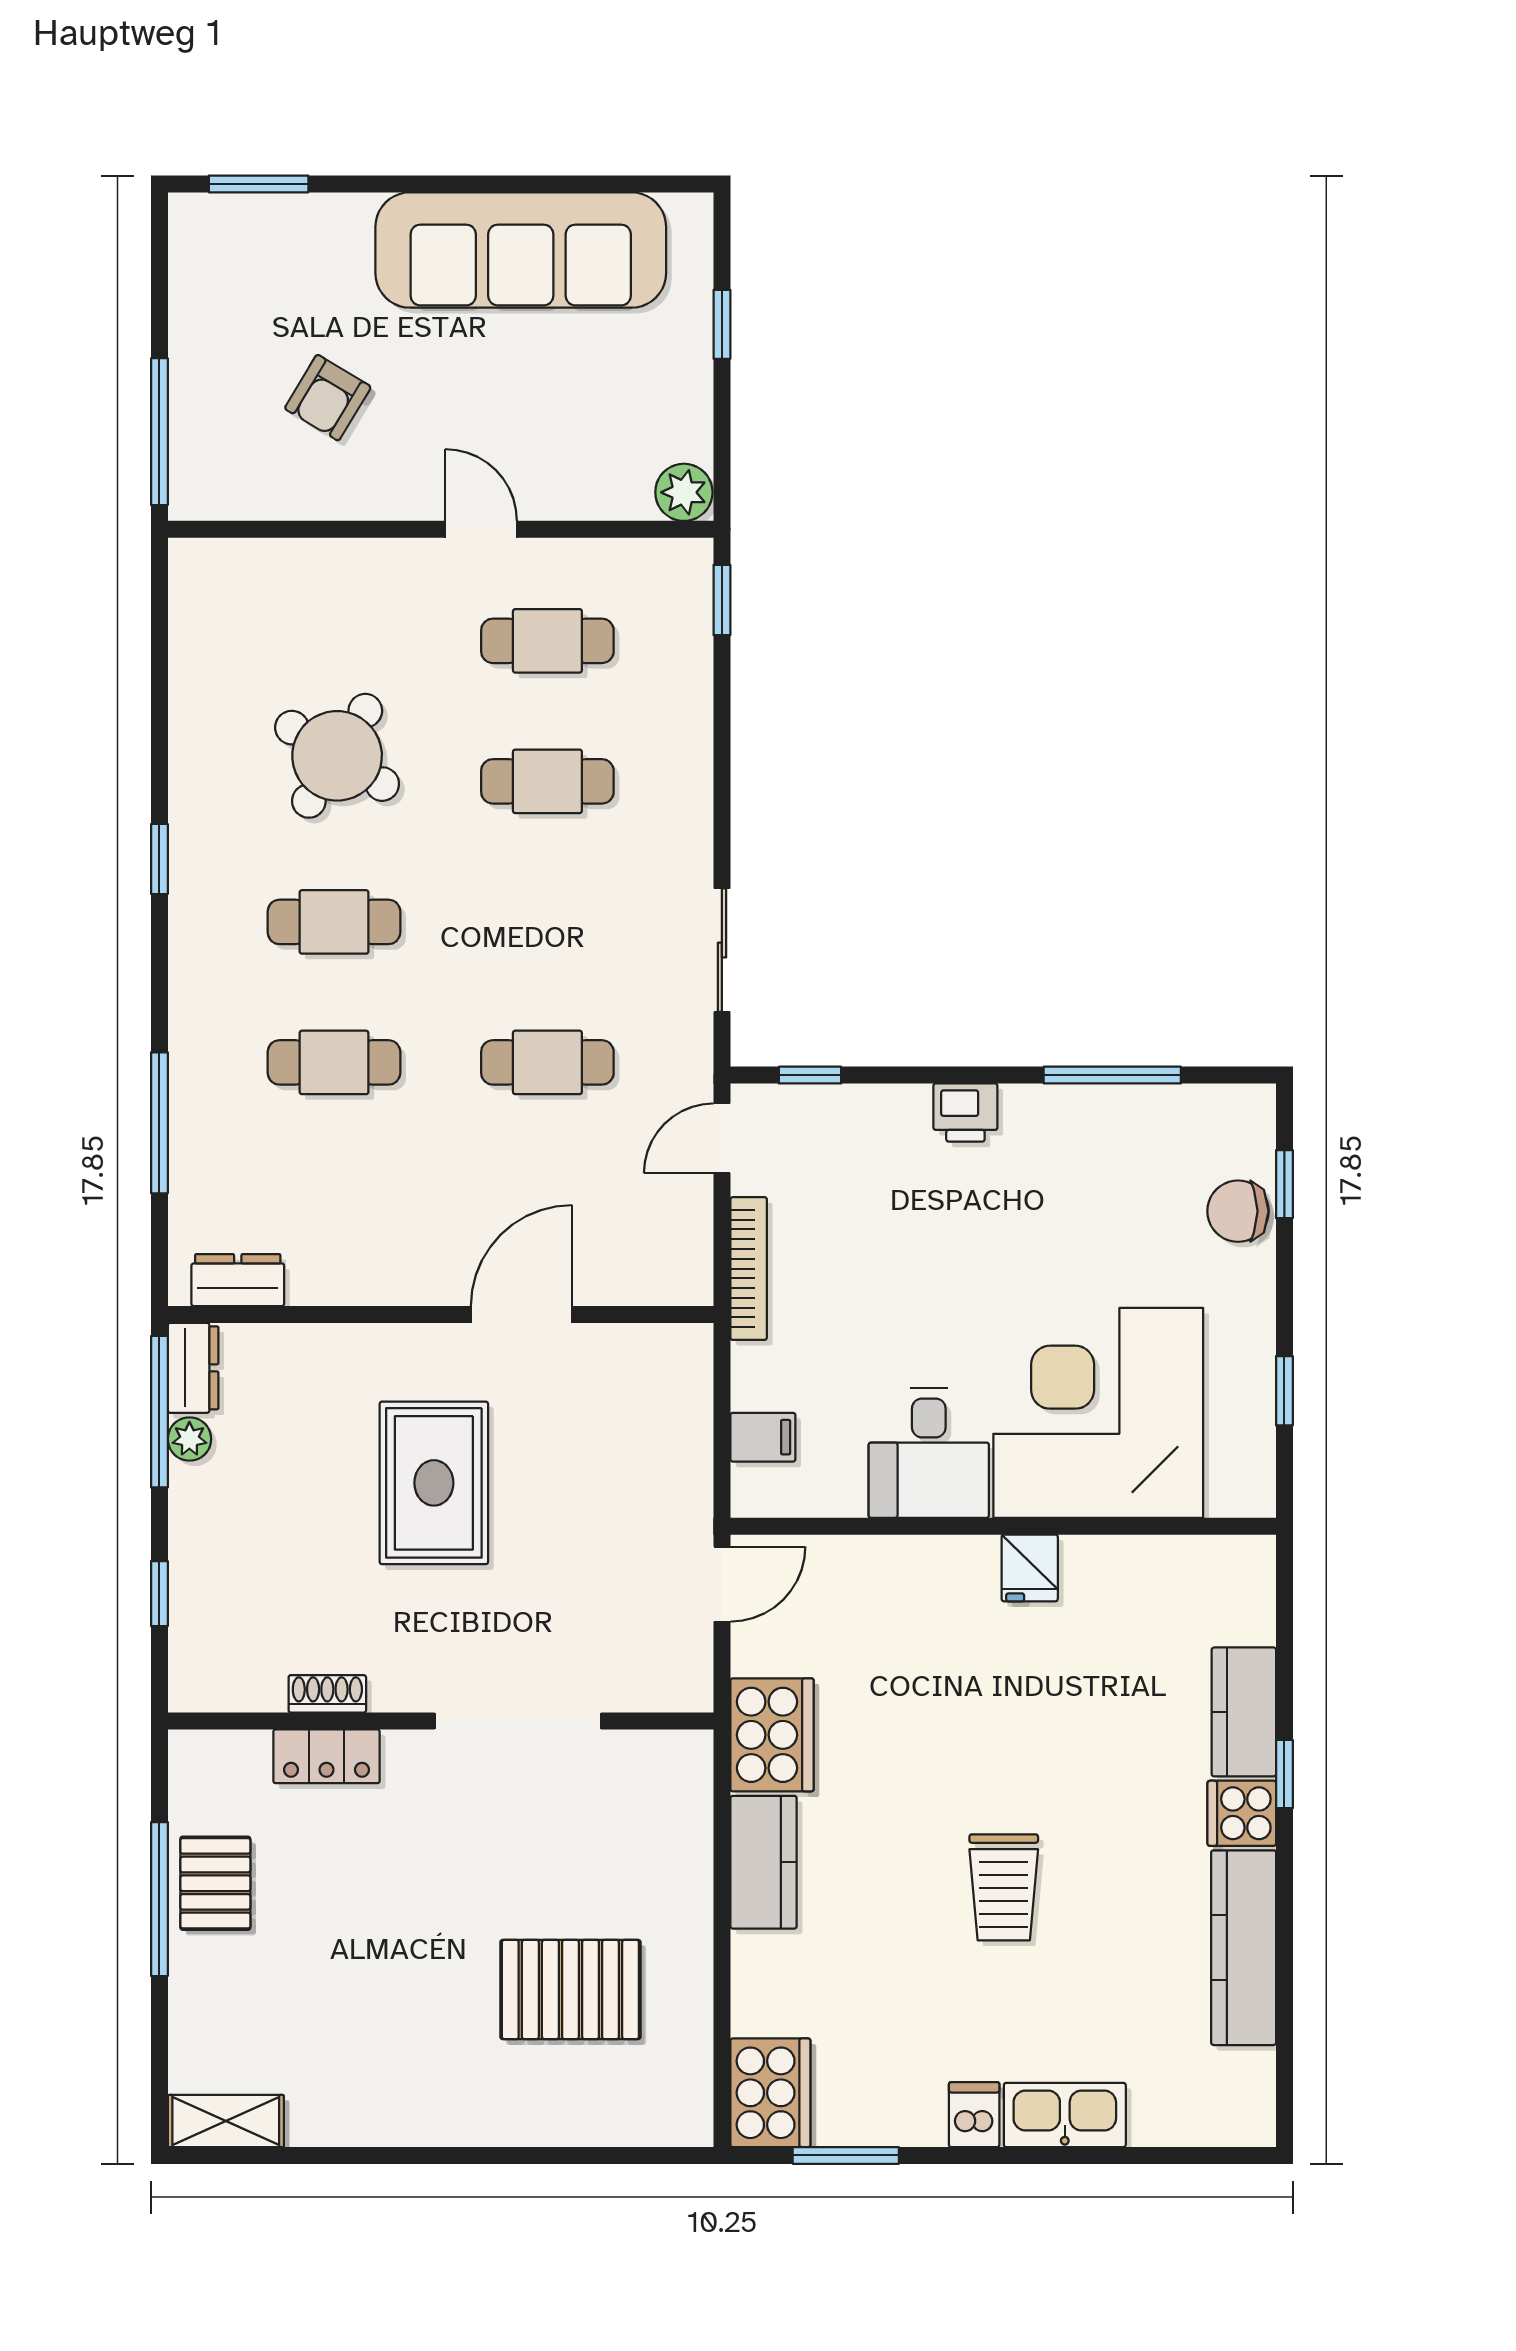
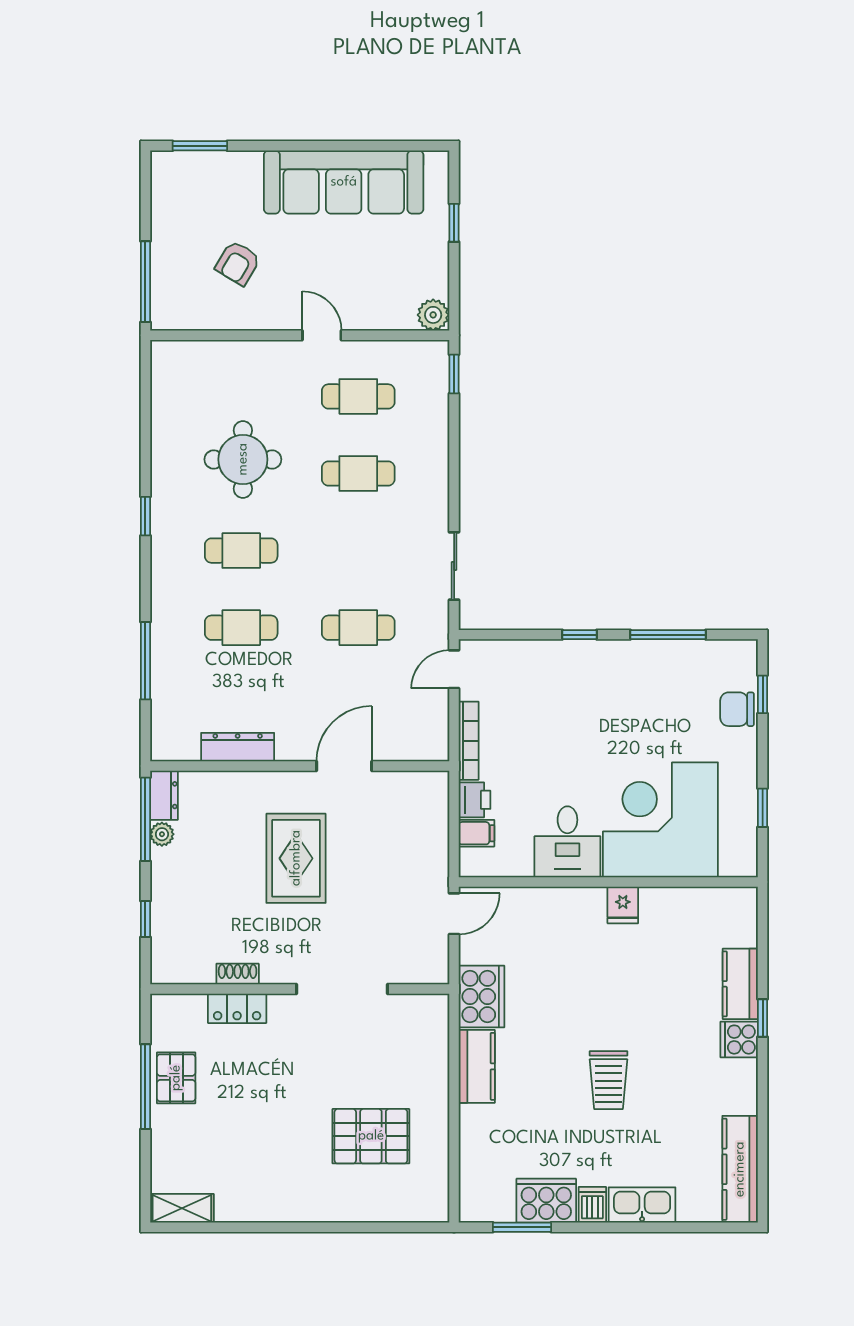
round table: (337, 756) -> (243, 459), turned -32
window: (810, 1075) -> (579, 635), moved
printer: (965, 1112) -> (475, 800), moved, turned -90
dresser: (238, 1280) -> (238, 747), moved, width x1.44
kitchen counter: (1244, 1948) -> (740, 1169), moved
cooker: (770, 2093) -> (546, 1201), moved, turned -90

